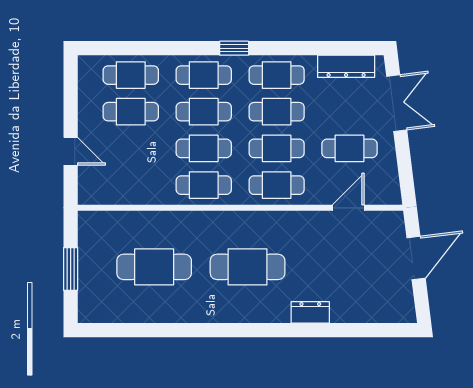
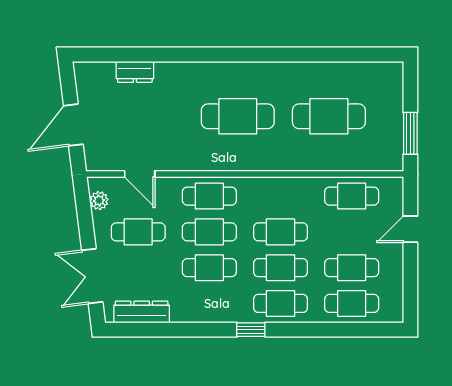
cafe table: (277, 75) -> (209, 303), removed
door: (71, 151) -> (410, 229), hinge flipped
plant: (390, 181) -> (99, 201), added
cafe table: (204, 185) -> (352, 196), moved
door: (348, 208) -> (140, 174), hinge flipped
window: (71, 269) -> (410, 133), moved
dresser: (310, 312) -> (135, 72), moved

